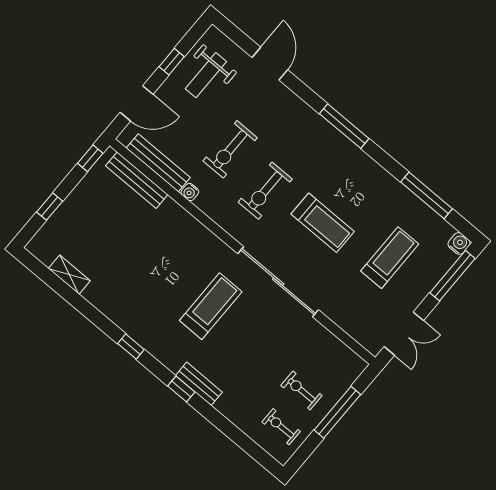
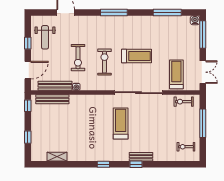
exercise bike: (265, 191) -> (104, 62), turned 180
treadmill: (390, 258) -> (176, 74), moved
exercise bike: (301, 390) -> (184, 102), moved

